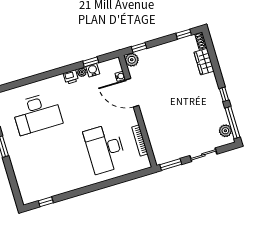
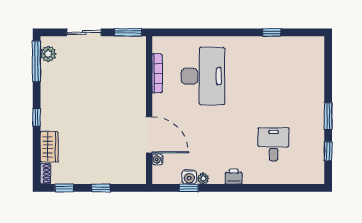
window: (139, 47) -> (101, 188), moved
plant: (132, 60) -> (137, 175), removed
printer: (71, 77) -> (234, 177), moved
window: (224, 94) -> (37, 117), moved
desk: (37, 113) -> (274, 144), width x0.53, depth x0.77
window: (46, 202) -> (272, 32), moved

